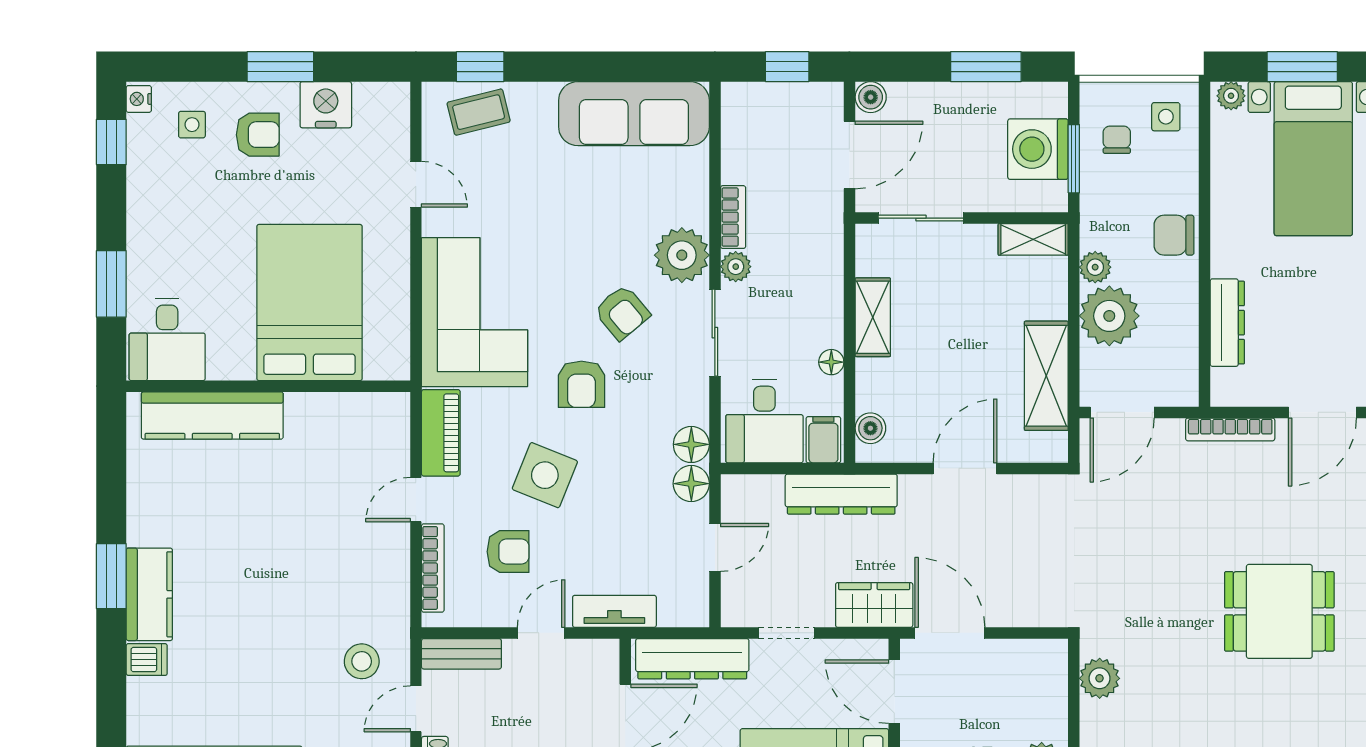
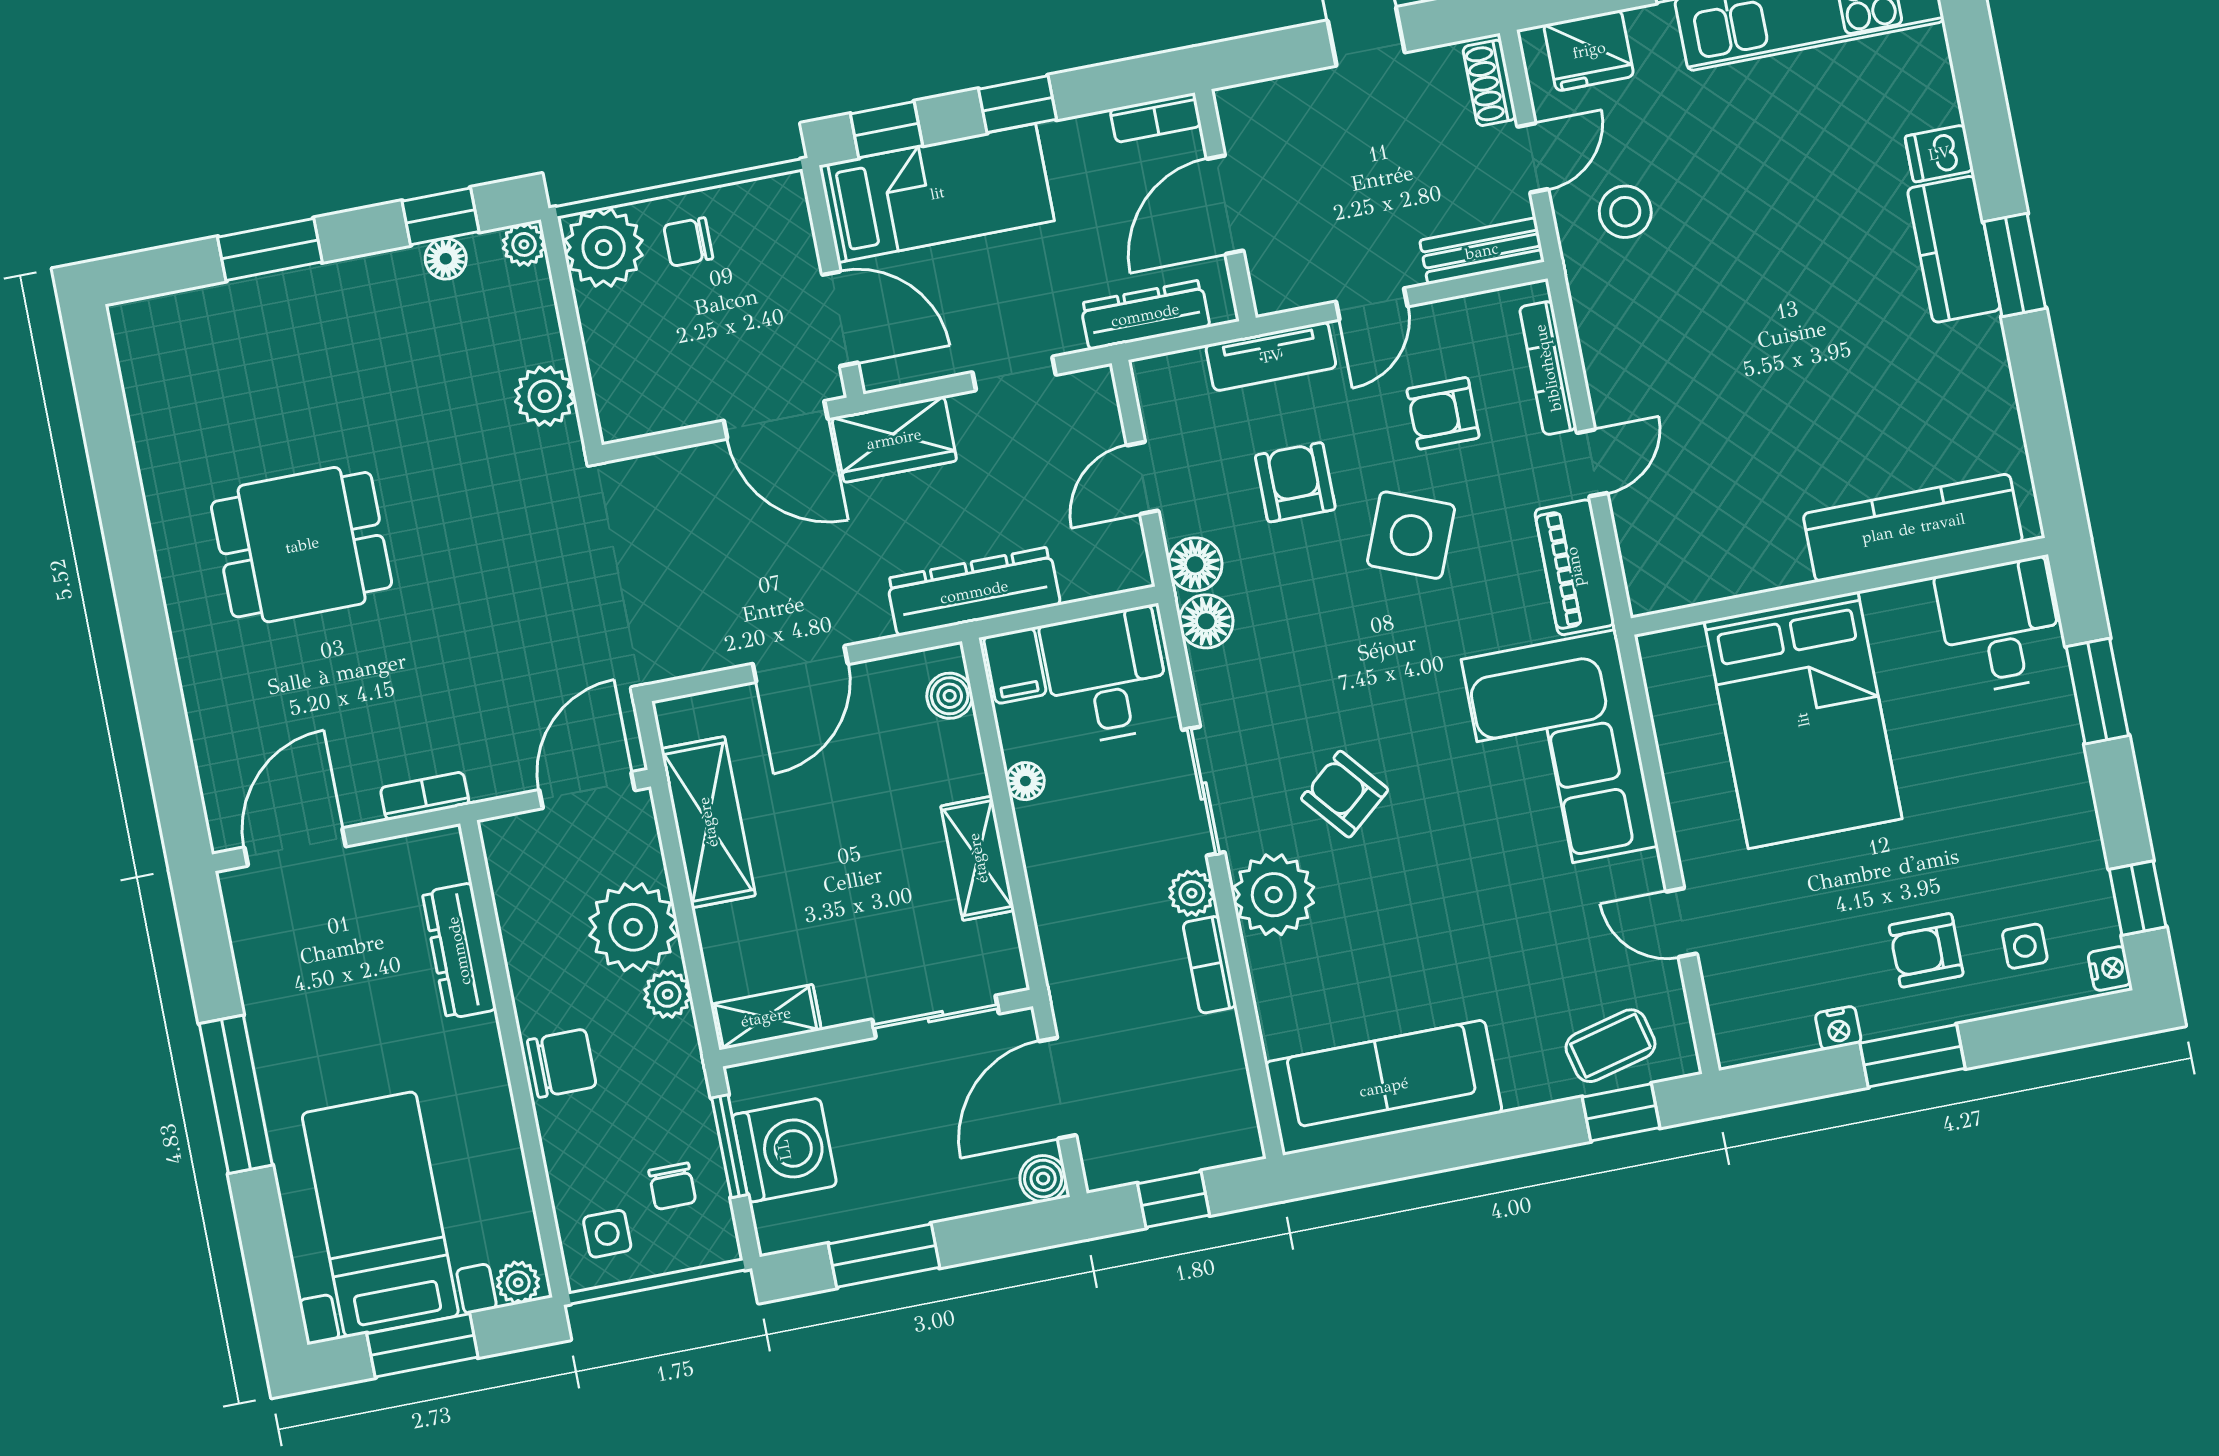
nightstand: (326, 105) -> (1838, 1028), width x0.53, depth x0.56
armchair: (581, 384) -> (1295, 482), moved
bookcase: (1230, 429) -> (425, 796), width x0.64
dresser: (692, 659) -> (1145, 315), width x0.73, depth x0.80

